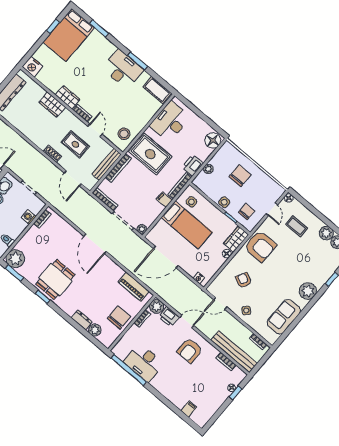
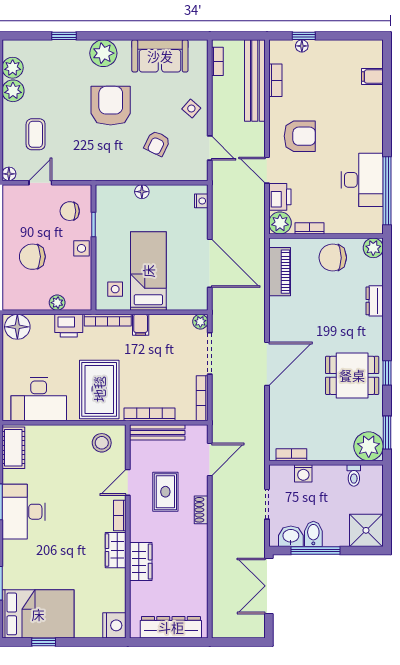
wardrobe: (236, 239) -> (114, 196), removed
armchair: (260, 246) -> (111, 106), moved
plant: (95, 330) -> (373, 248), moved

